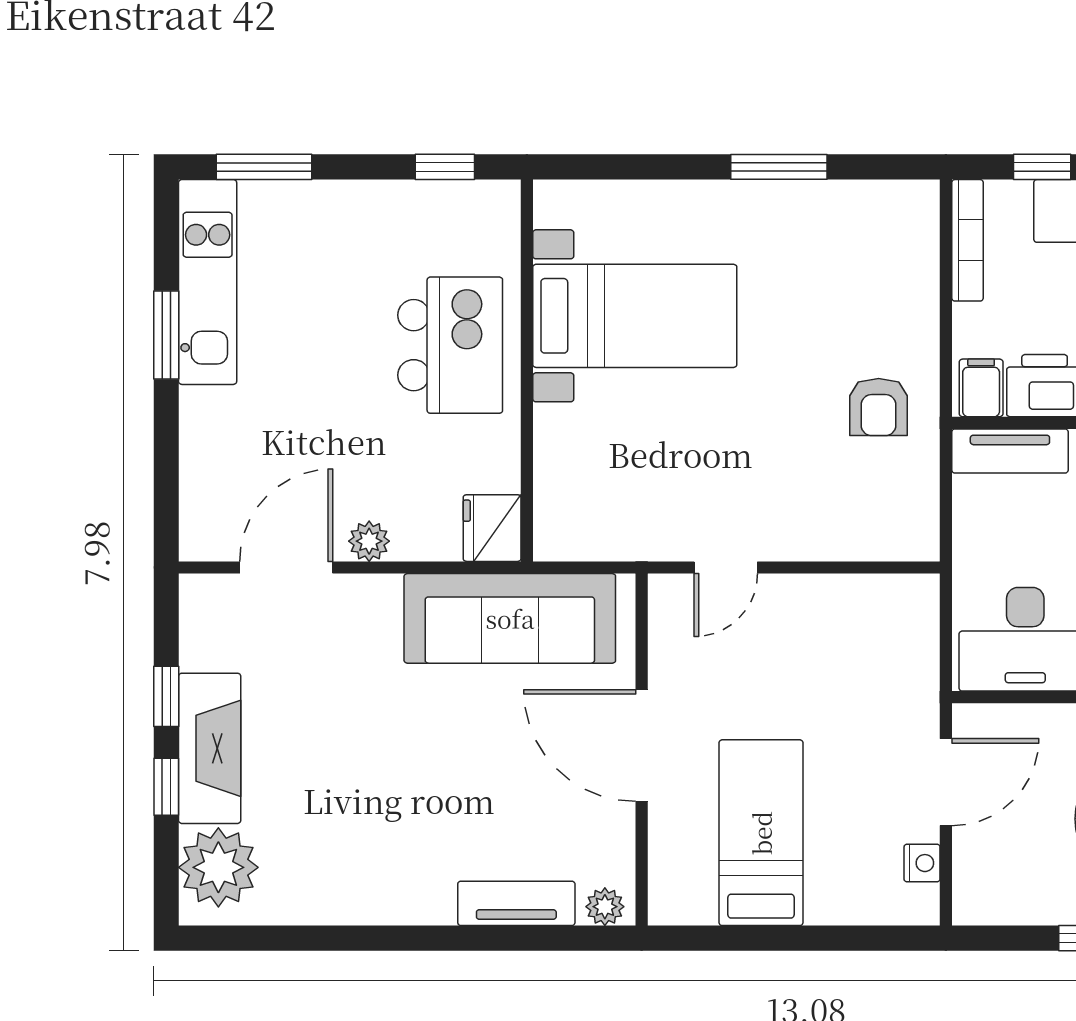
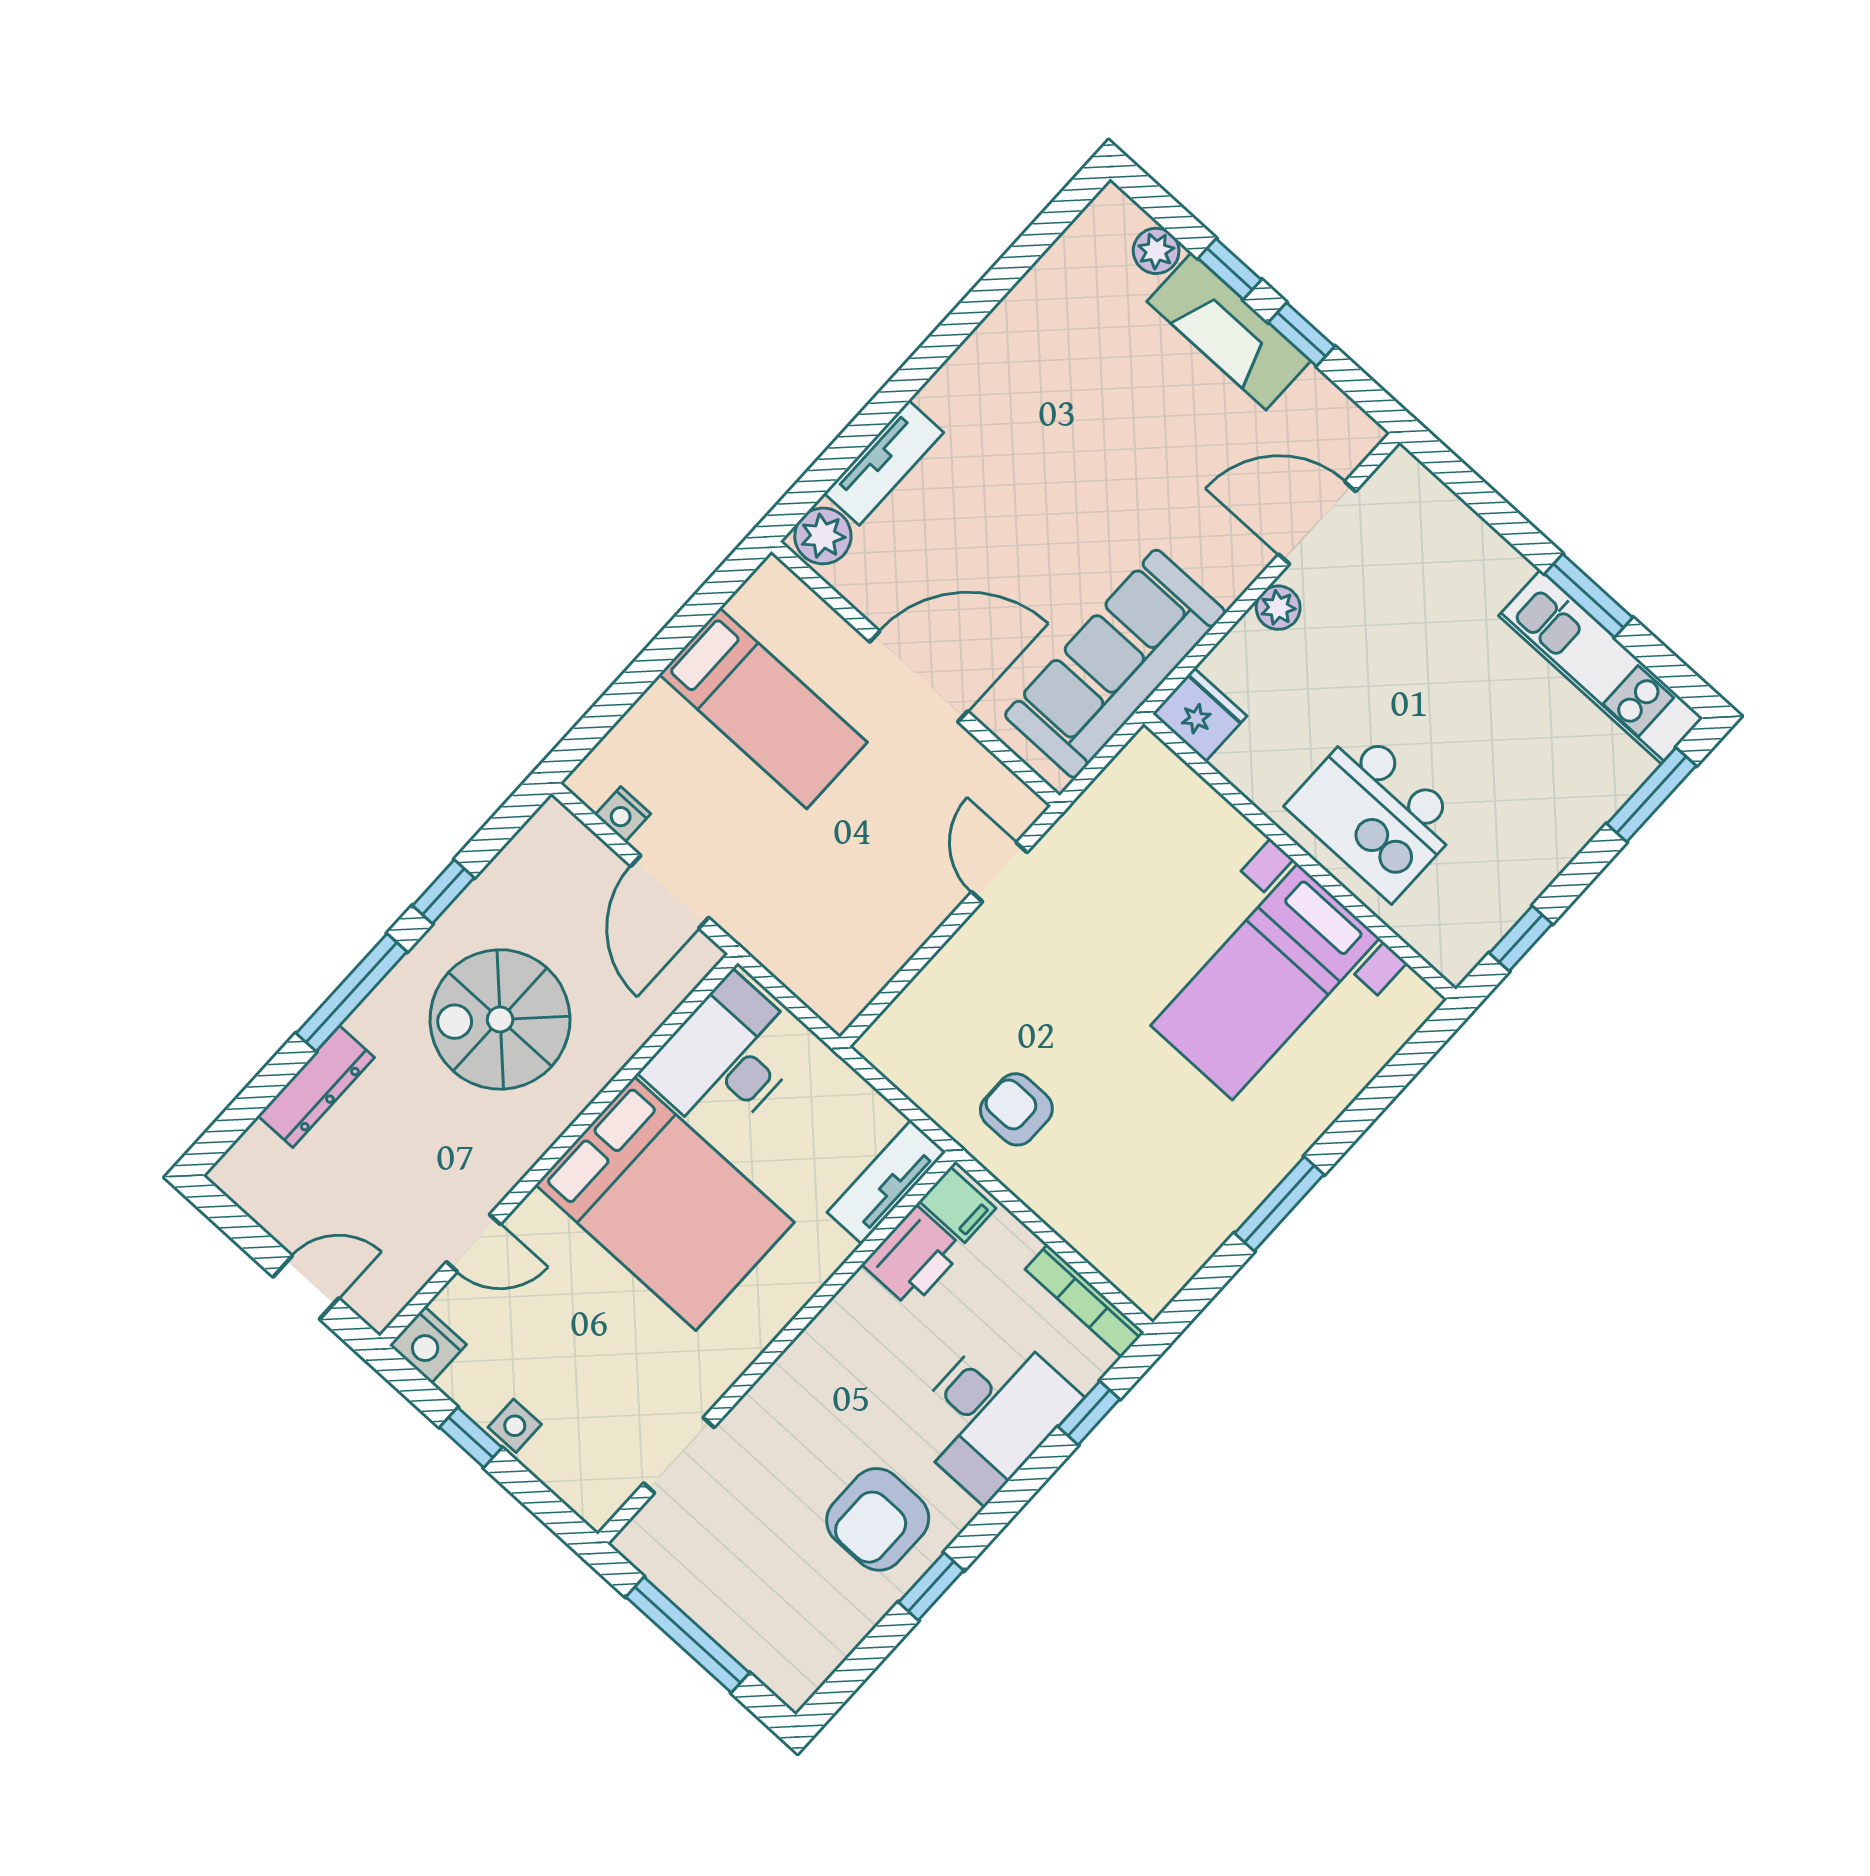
door: (286, 567) -> (1317, 523), swing flipped
plant: (218, 867) -> (1156, 251), width x0.53, depth x0.53
plant: (605, 907) -> (823, 536), width x1.38, depth x1.38

